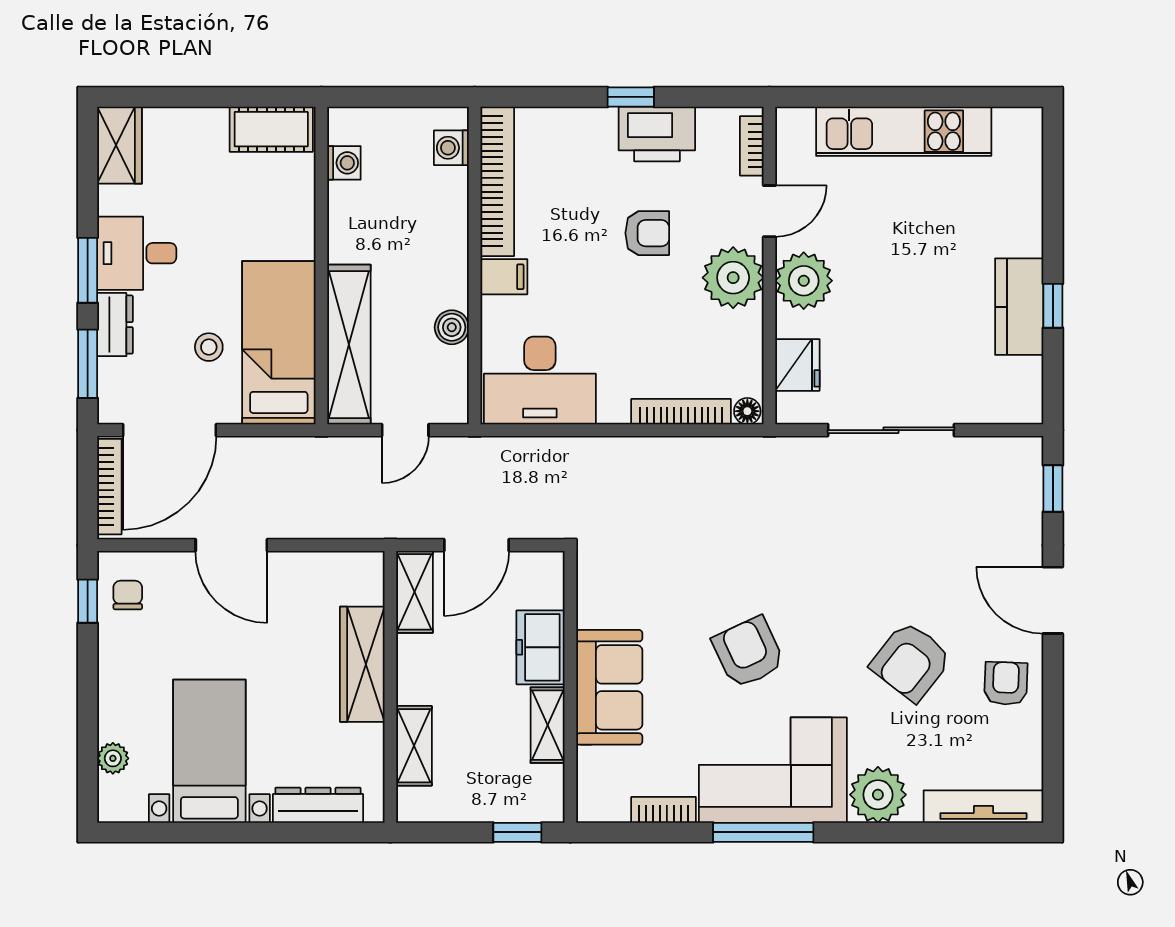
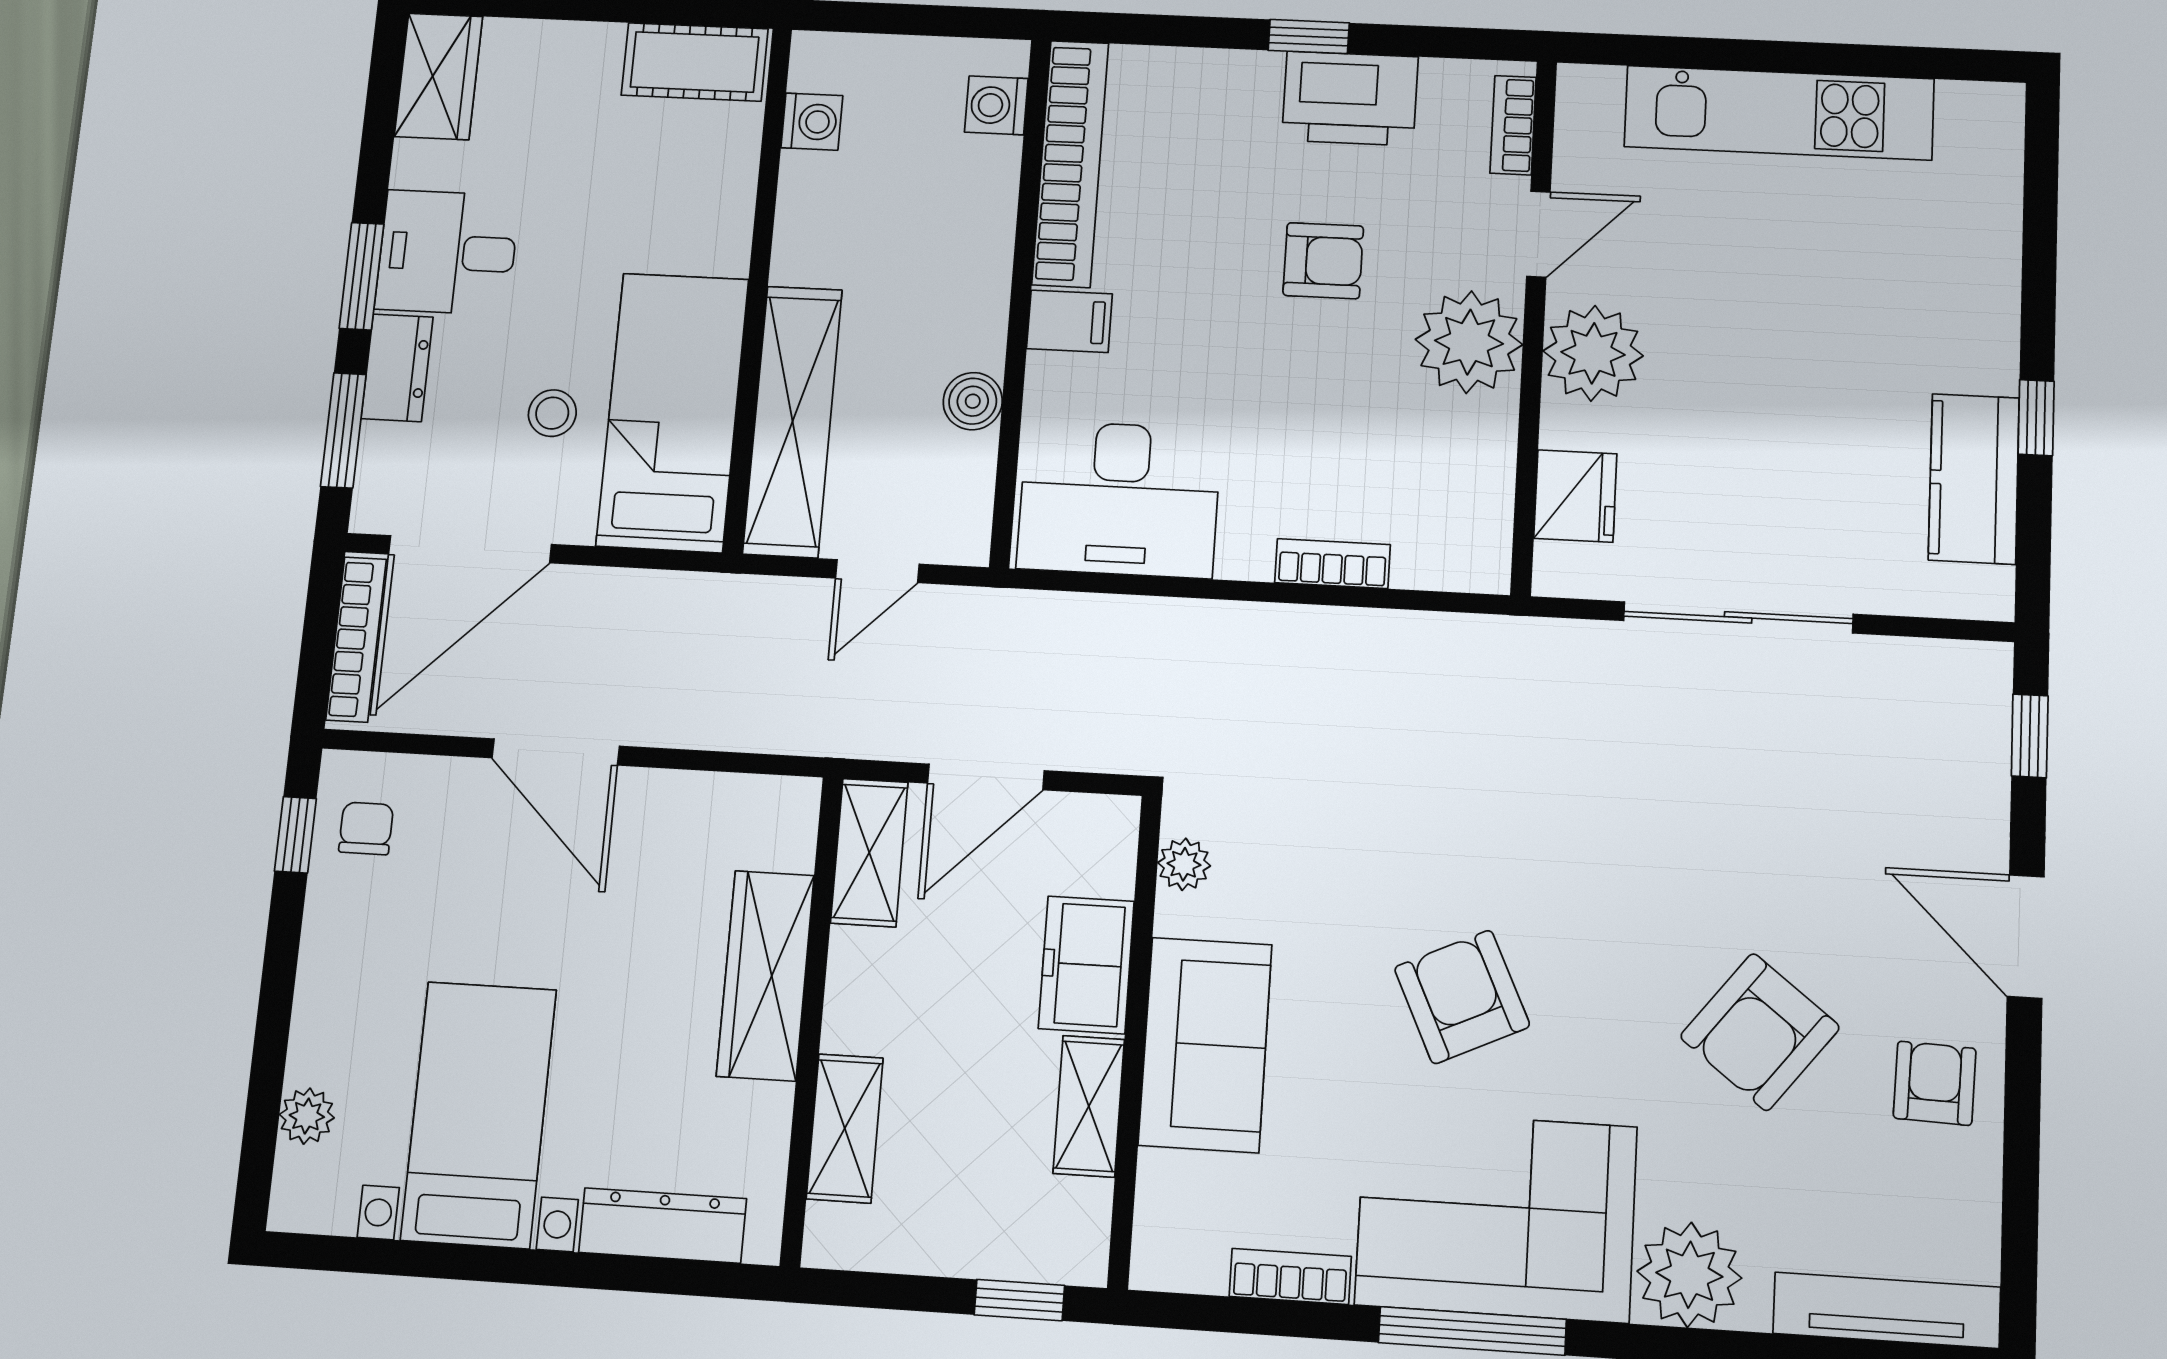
kitchen counter: (1019, 307) -> (1974, 479), moved
floor lamp: (747, 411) -> (1482, 571), removed
bookcase: (681, 412) -> (1333, 564), width x0.64
plant: (591, 588) -> (1184, 864), added

